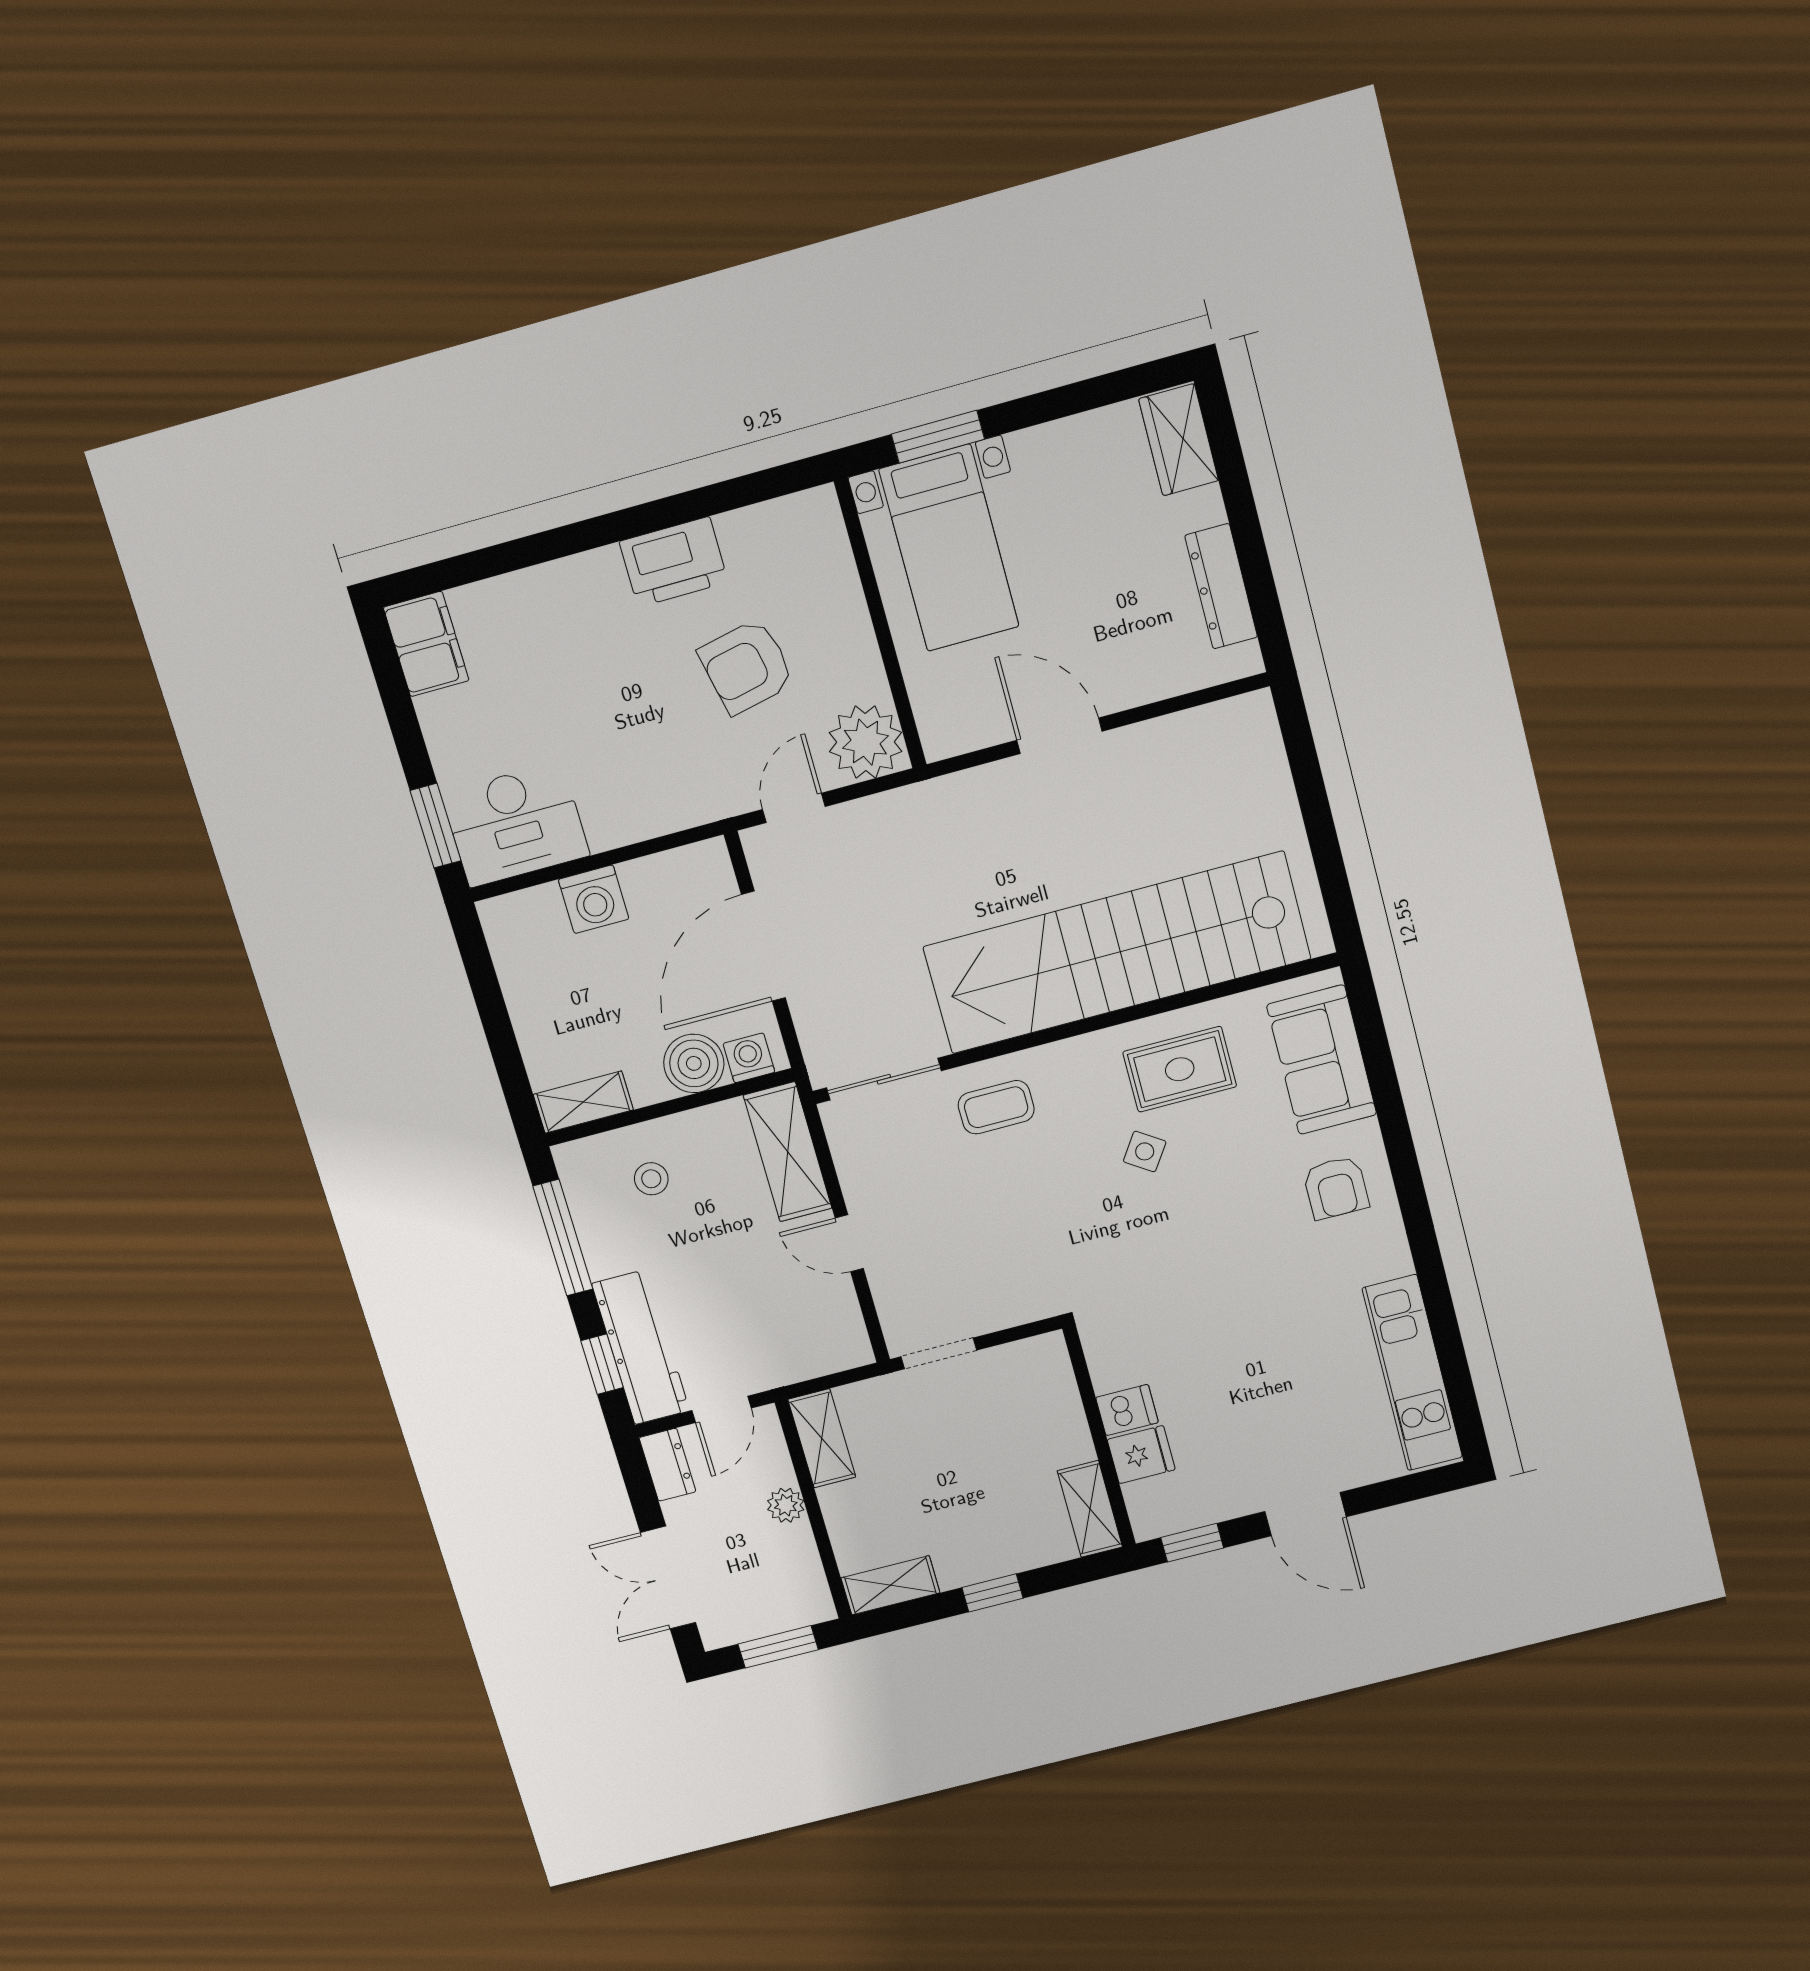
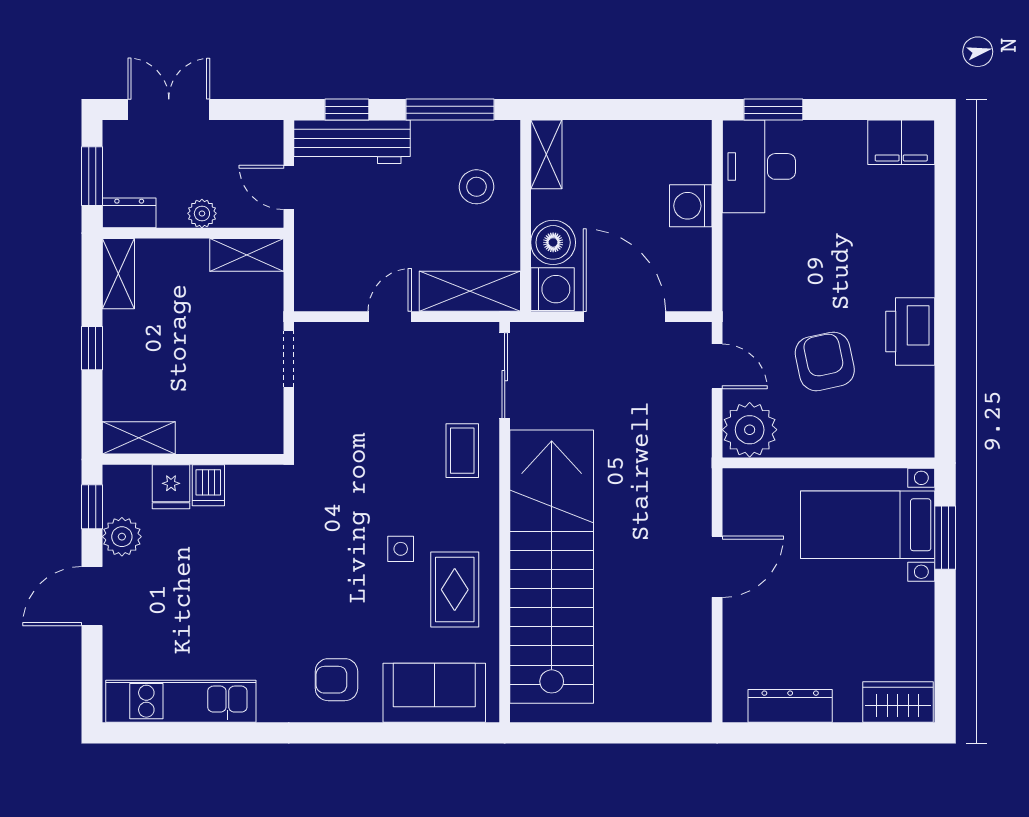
washing machine: (749, 1058) -> (552, 289), width x1.38, depth x1.38
side table: (1145, 1151) -> (401, 549), turned -34
stool: (651, 1179) -> (476, 187), width x1.37, depth x1.37
dresser: (667, 1465) -> (129, 213), moved, turned 180
plant: (1220, 1498) -> (122, 537), added

